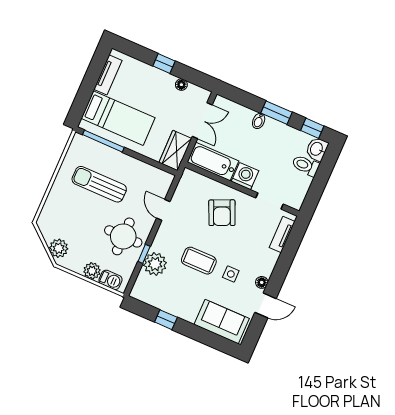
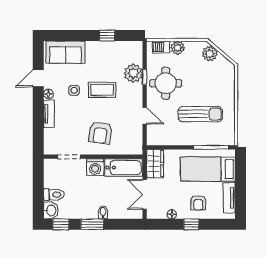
armchair: (146, 85) -> (198, 203), added
armchair: (222, 213) -> (100, 133), turned -148
tv unit: (282, 234) -> (49, 114), moved

